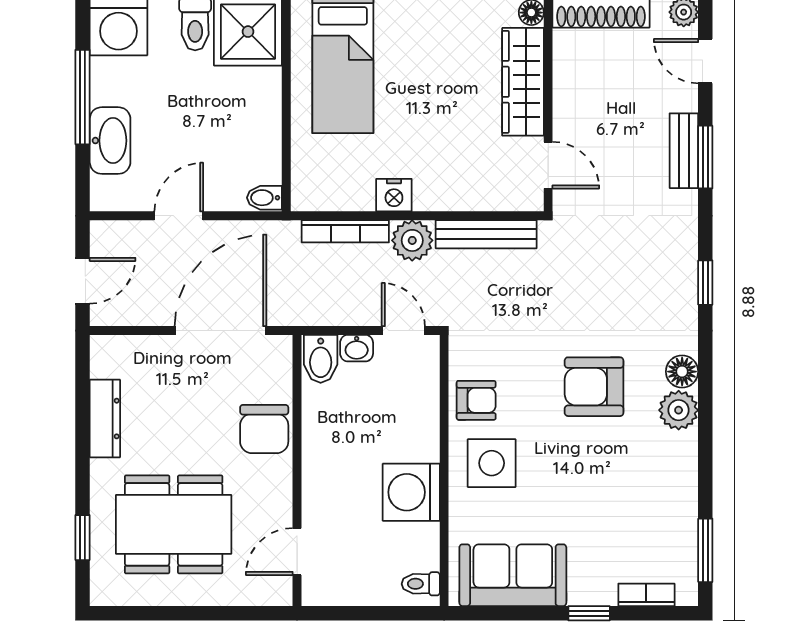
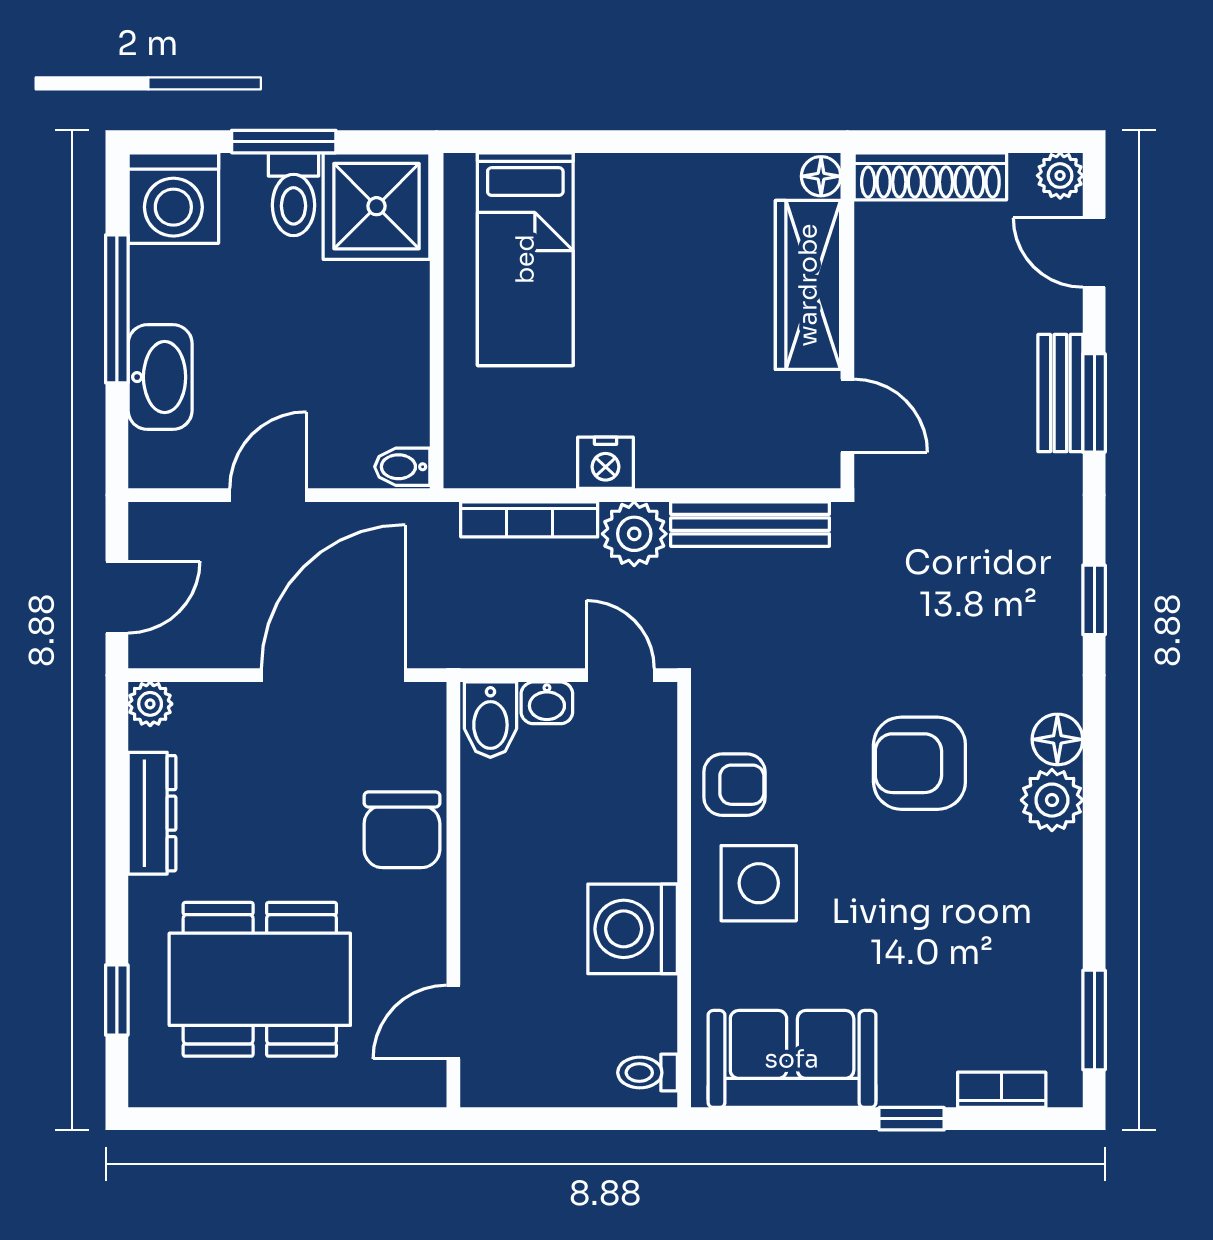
plant: (104, 349) -> (150, 704), added

